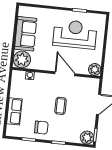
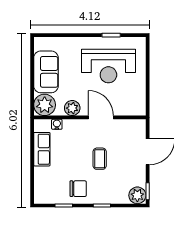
reception desk: (75, 34) -> (108, 66), turned 180
plant: (95, 69) -> (72, 108), moved
row of seats: (14, 111) -> (42, 149), moved

